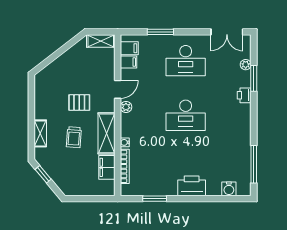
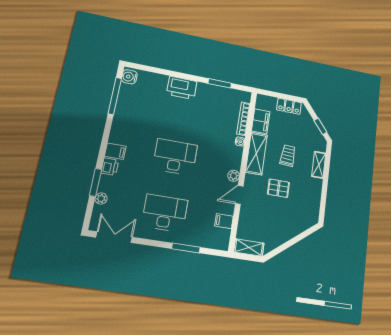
filing cabinet: (129, 48) -> (115, 151), moved, turned 180
locker: (79, 189) -> (289, 106), added
water cooler: (229, 189) -> (129, 77), moved, turned -90

